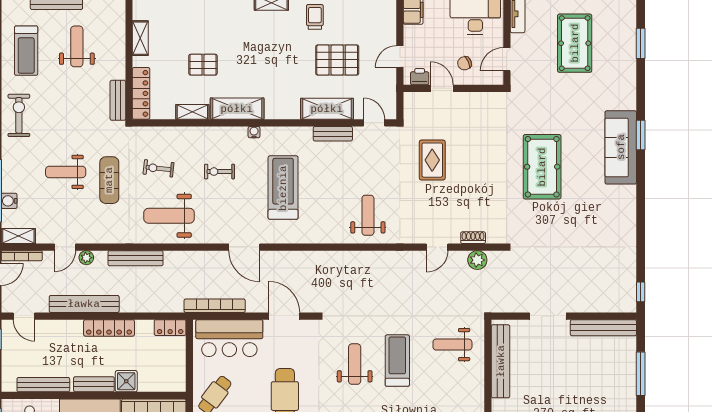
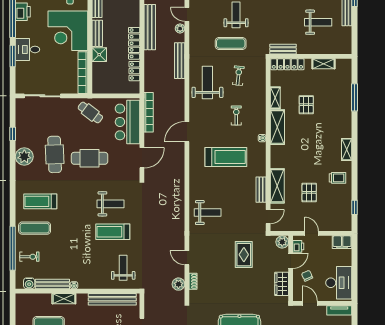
pallet: (337, 60) -> (309, 192), width x0.67, depth x0.71
plant: (413, 101) -> (282, 242), added
wardrobe: (477, 102) -> (282, 284), added
rug: (432, 160) -> (244, 255), turned 90
locker: (170, 328) -> (134, 71), moved
treadmill: (397, 361) -> (113, 232), turned 180

